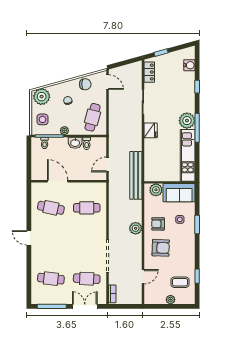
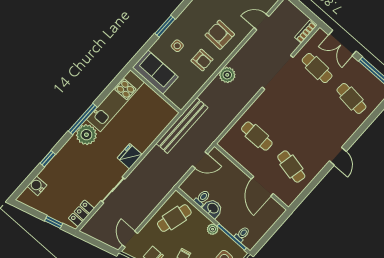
plant: (156, 190) -> (175, 95), removed

